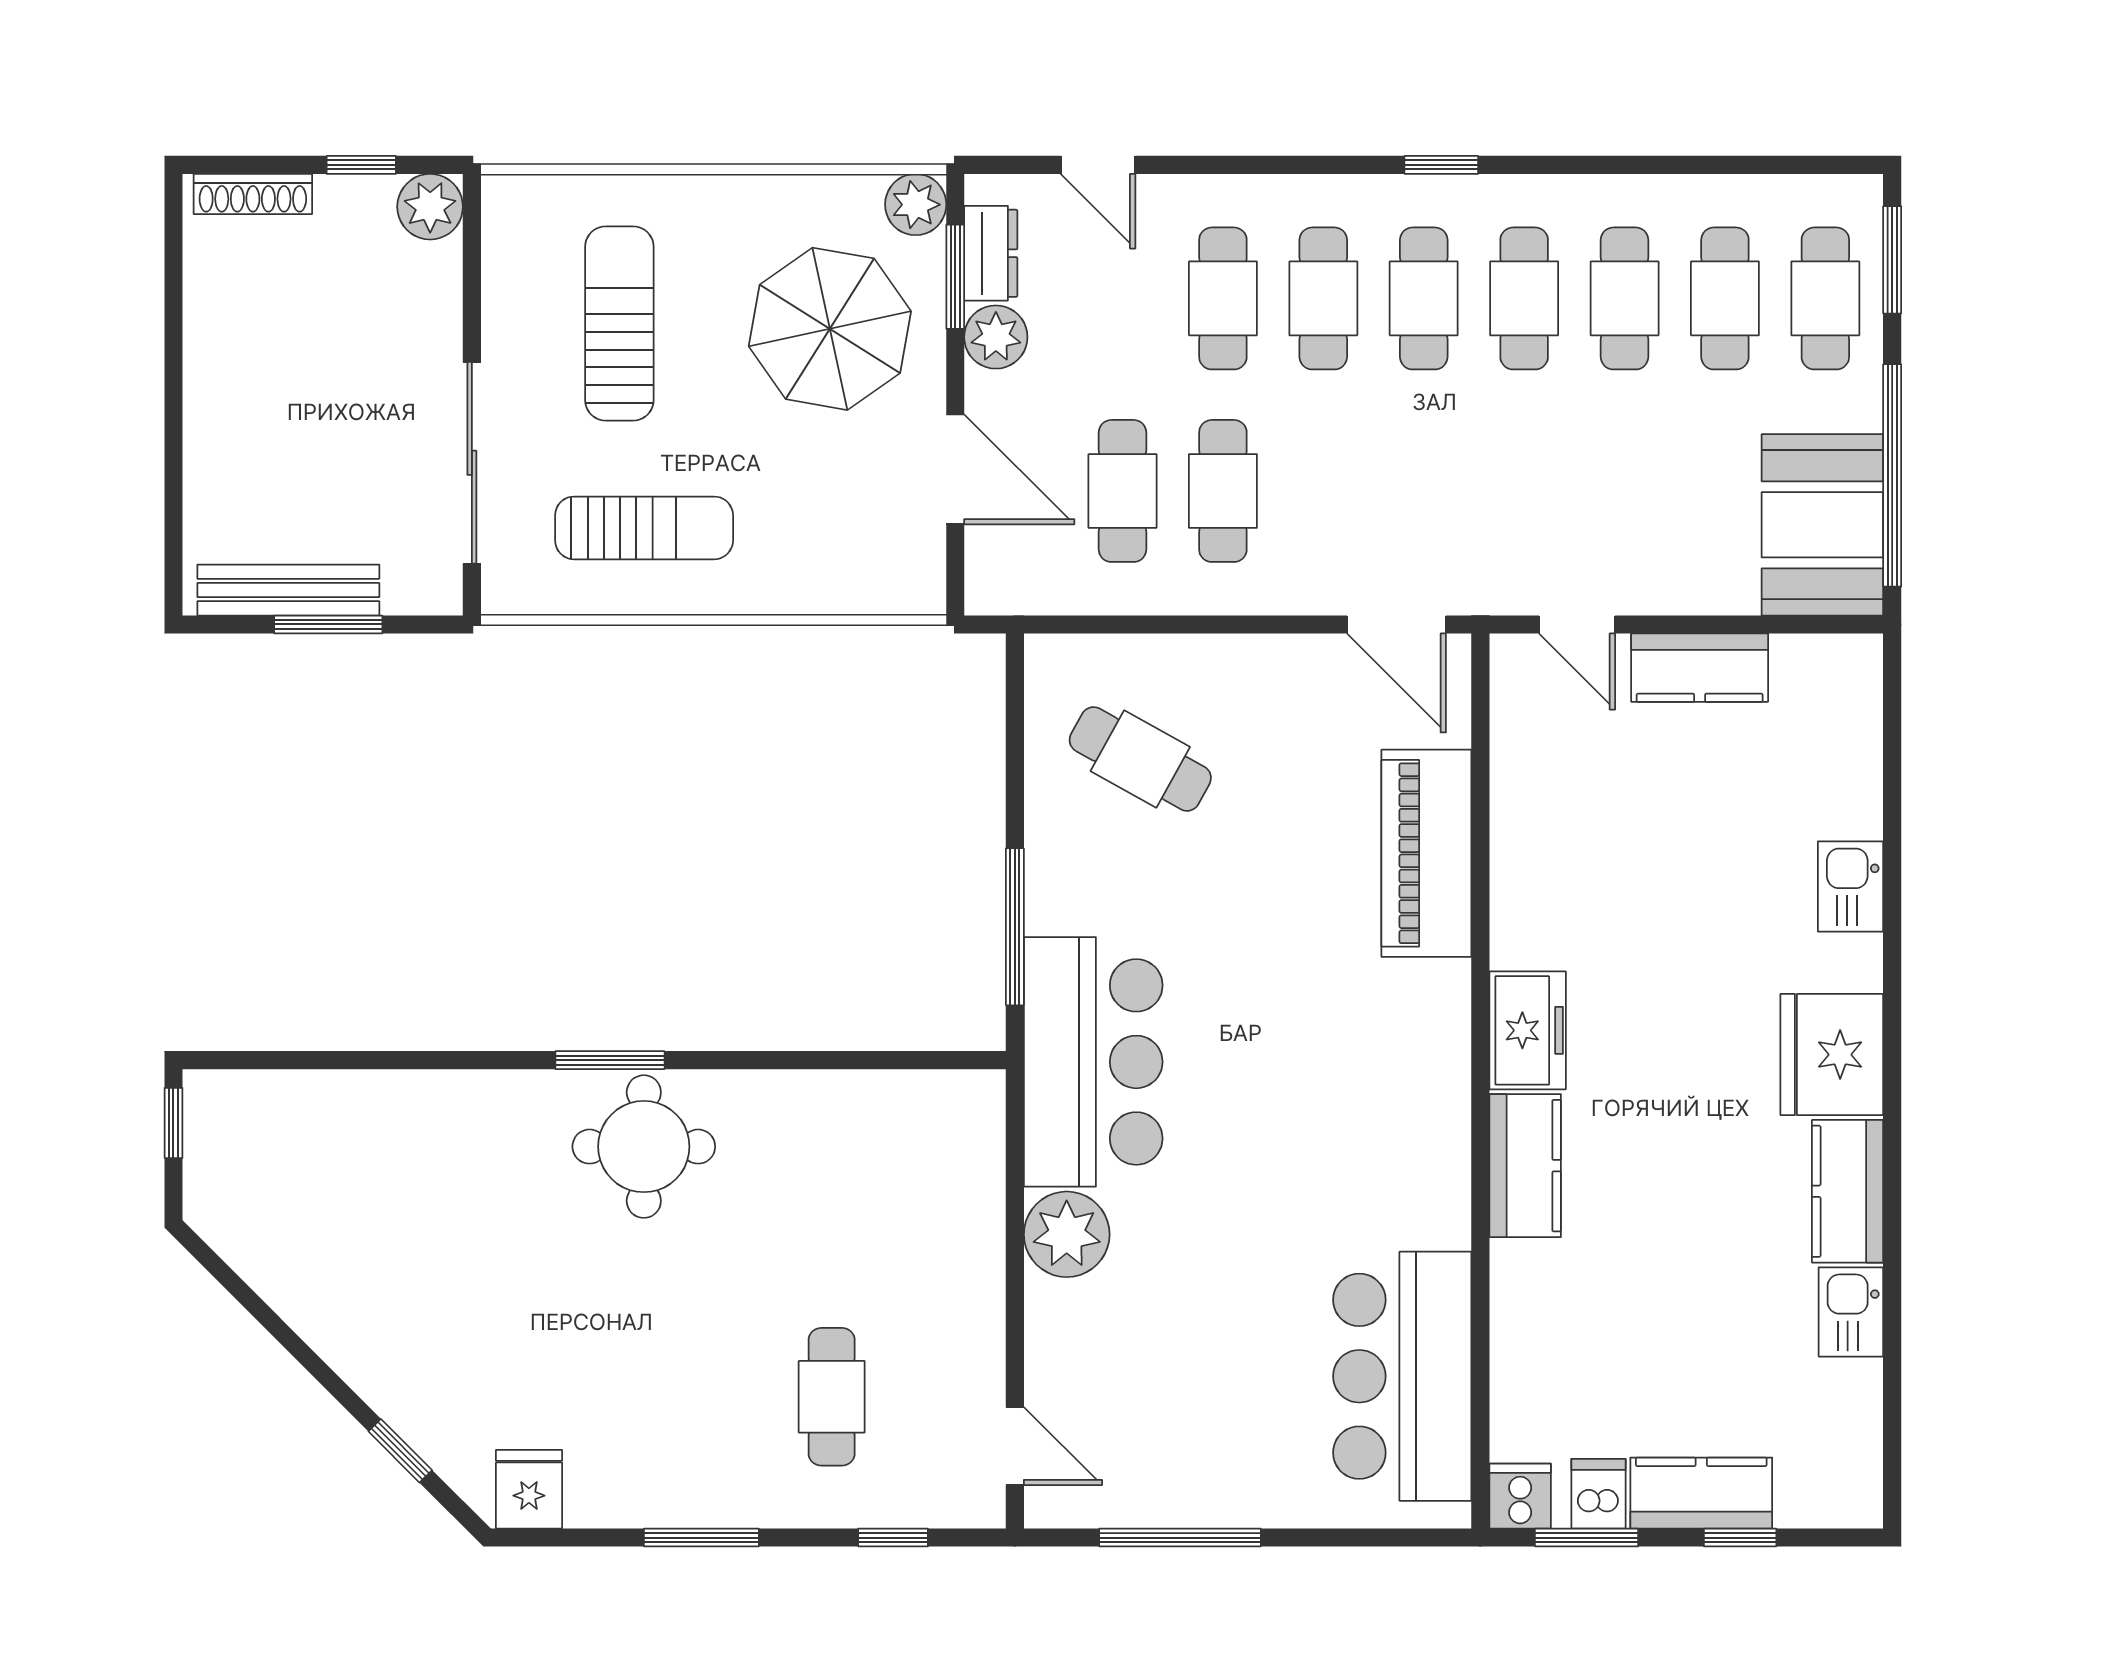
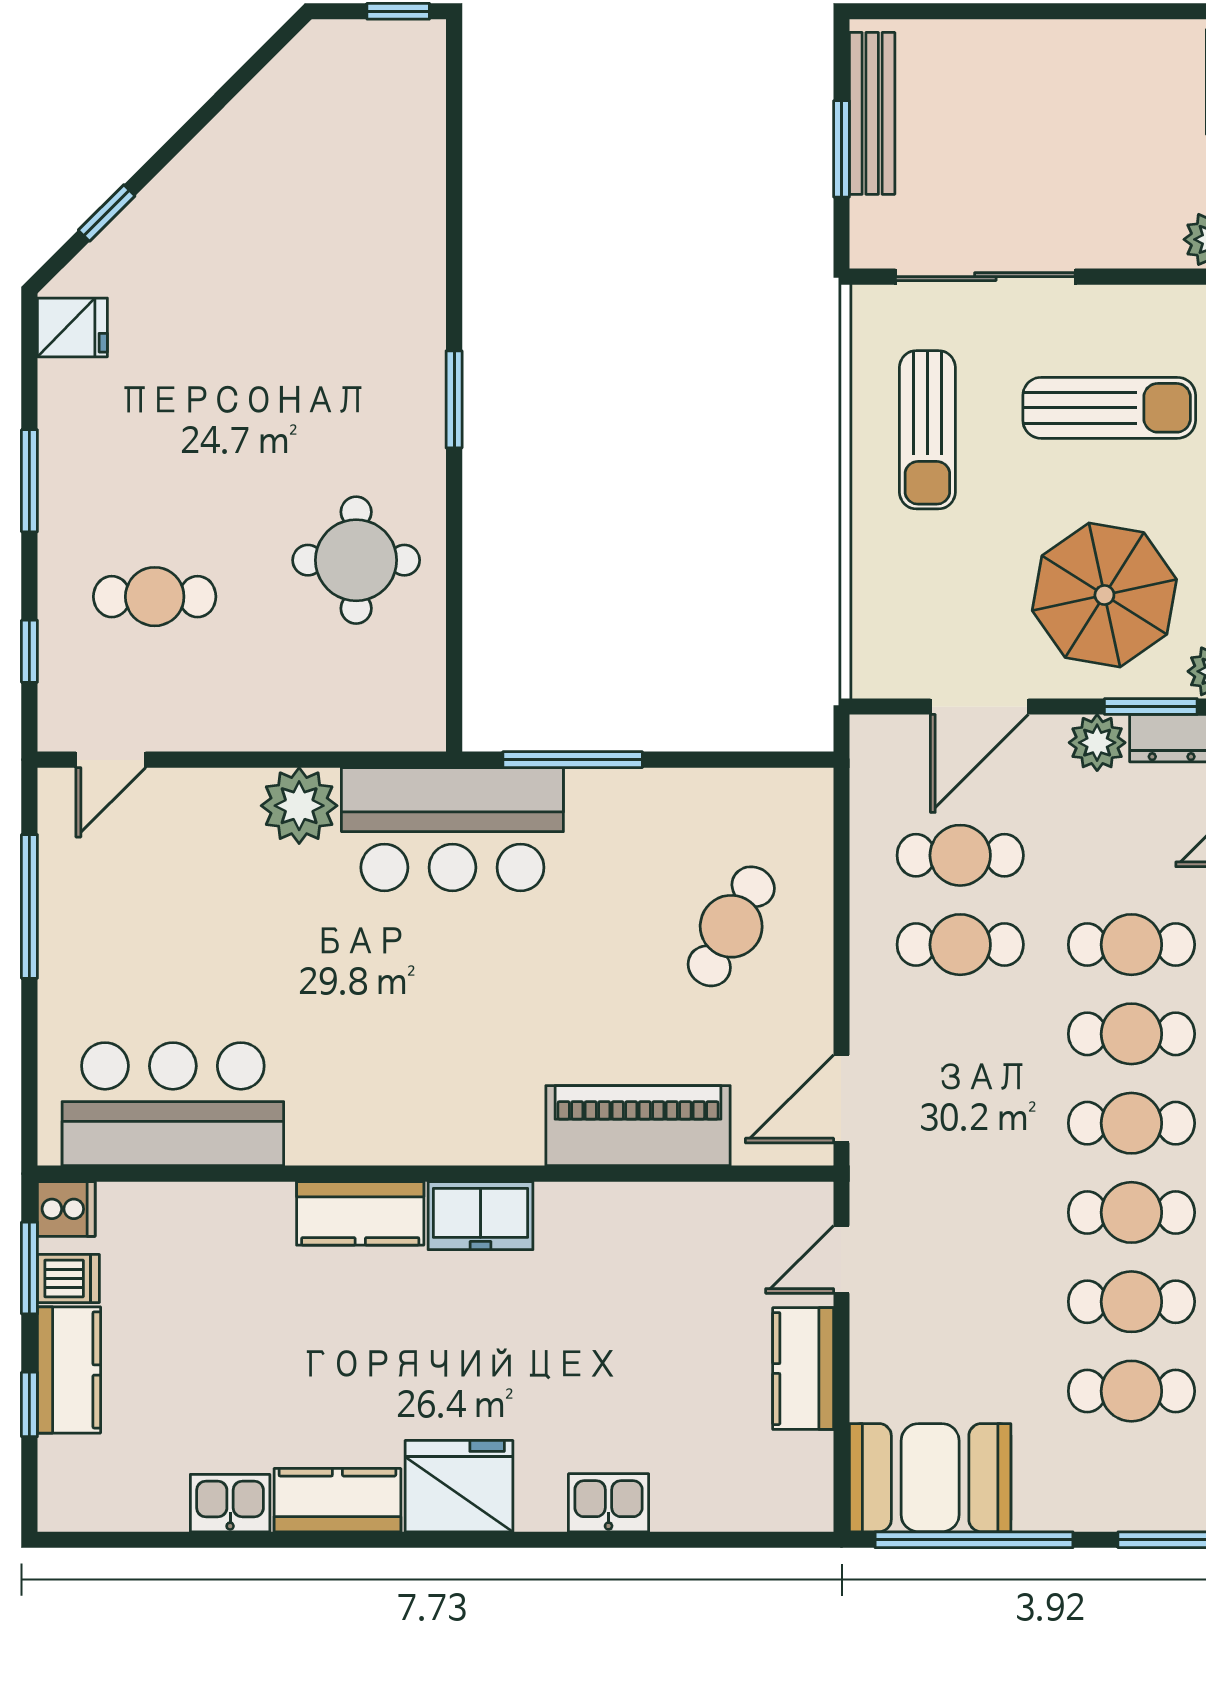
cafe table: (1825, 298) -> (1131, 1480), removed
cafe table: (1140, 759) -> (731, 926), moved
round table: (644, 1147) -> (356, 560), moved

